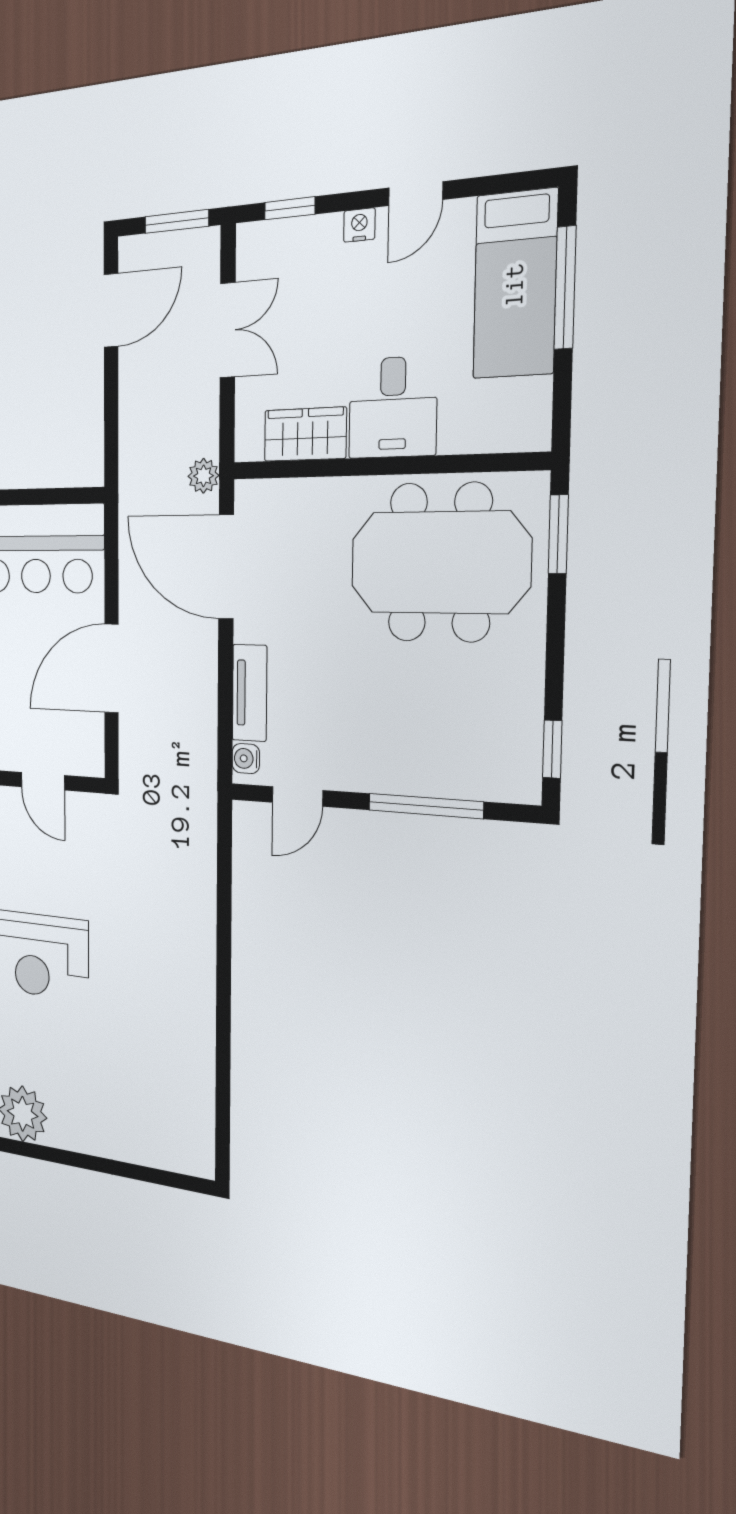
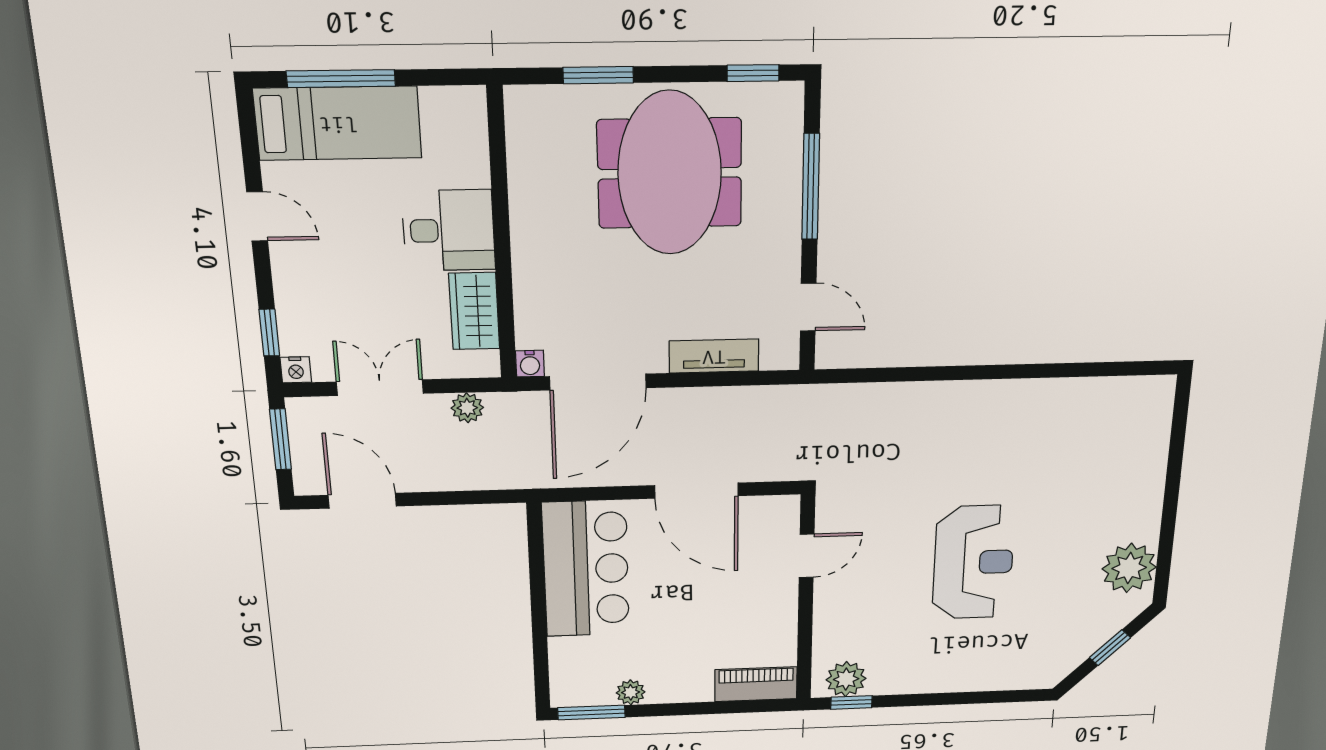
nightstand: (359, 225) -> (296, 370), moved, turned -90
plant: (203, 476) -> (467, 408), moved
window: (558, 534) -> (598, 75), moved
meeting table: (440, 562) -> (670, 173), moved
water cooler: (246, 759) -> (530, 364), moved

